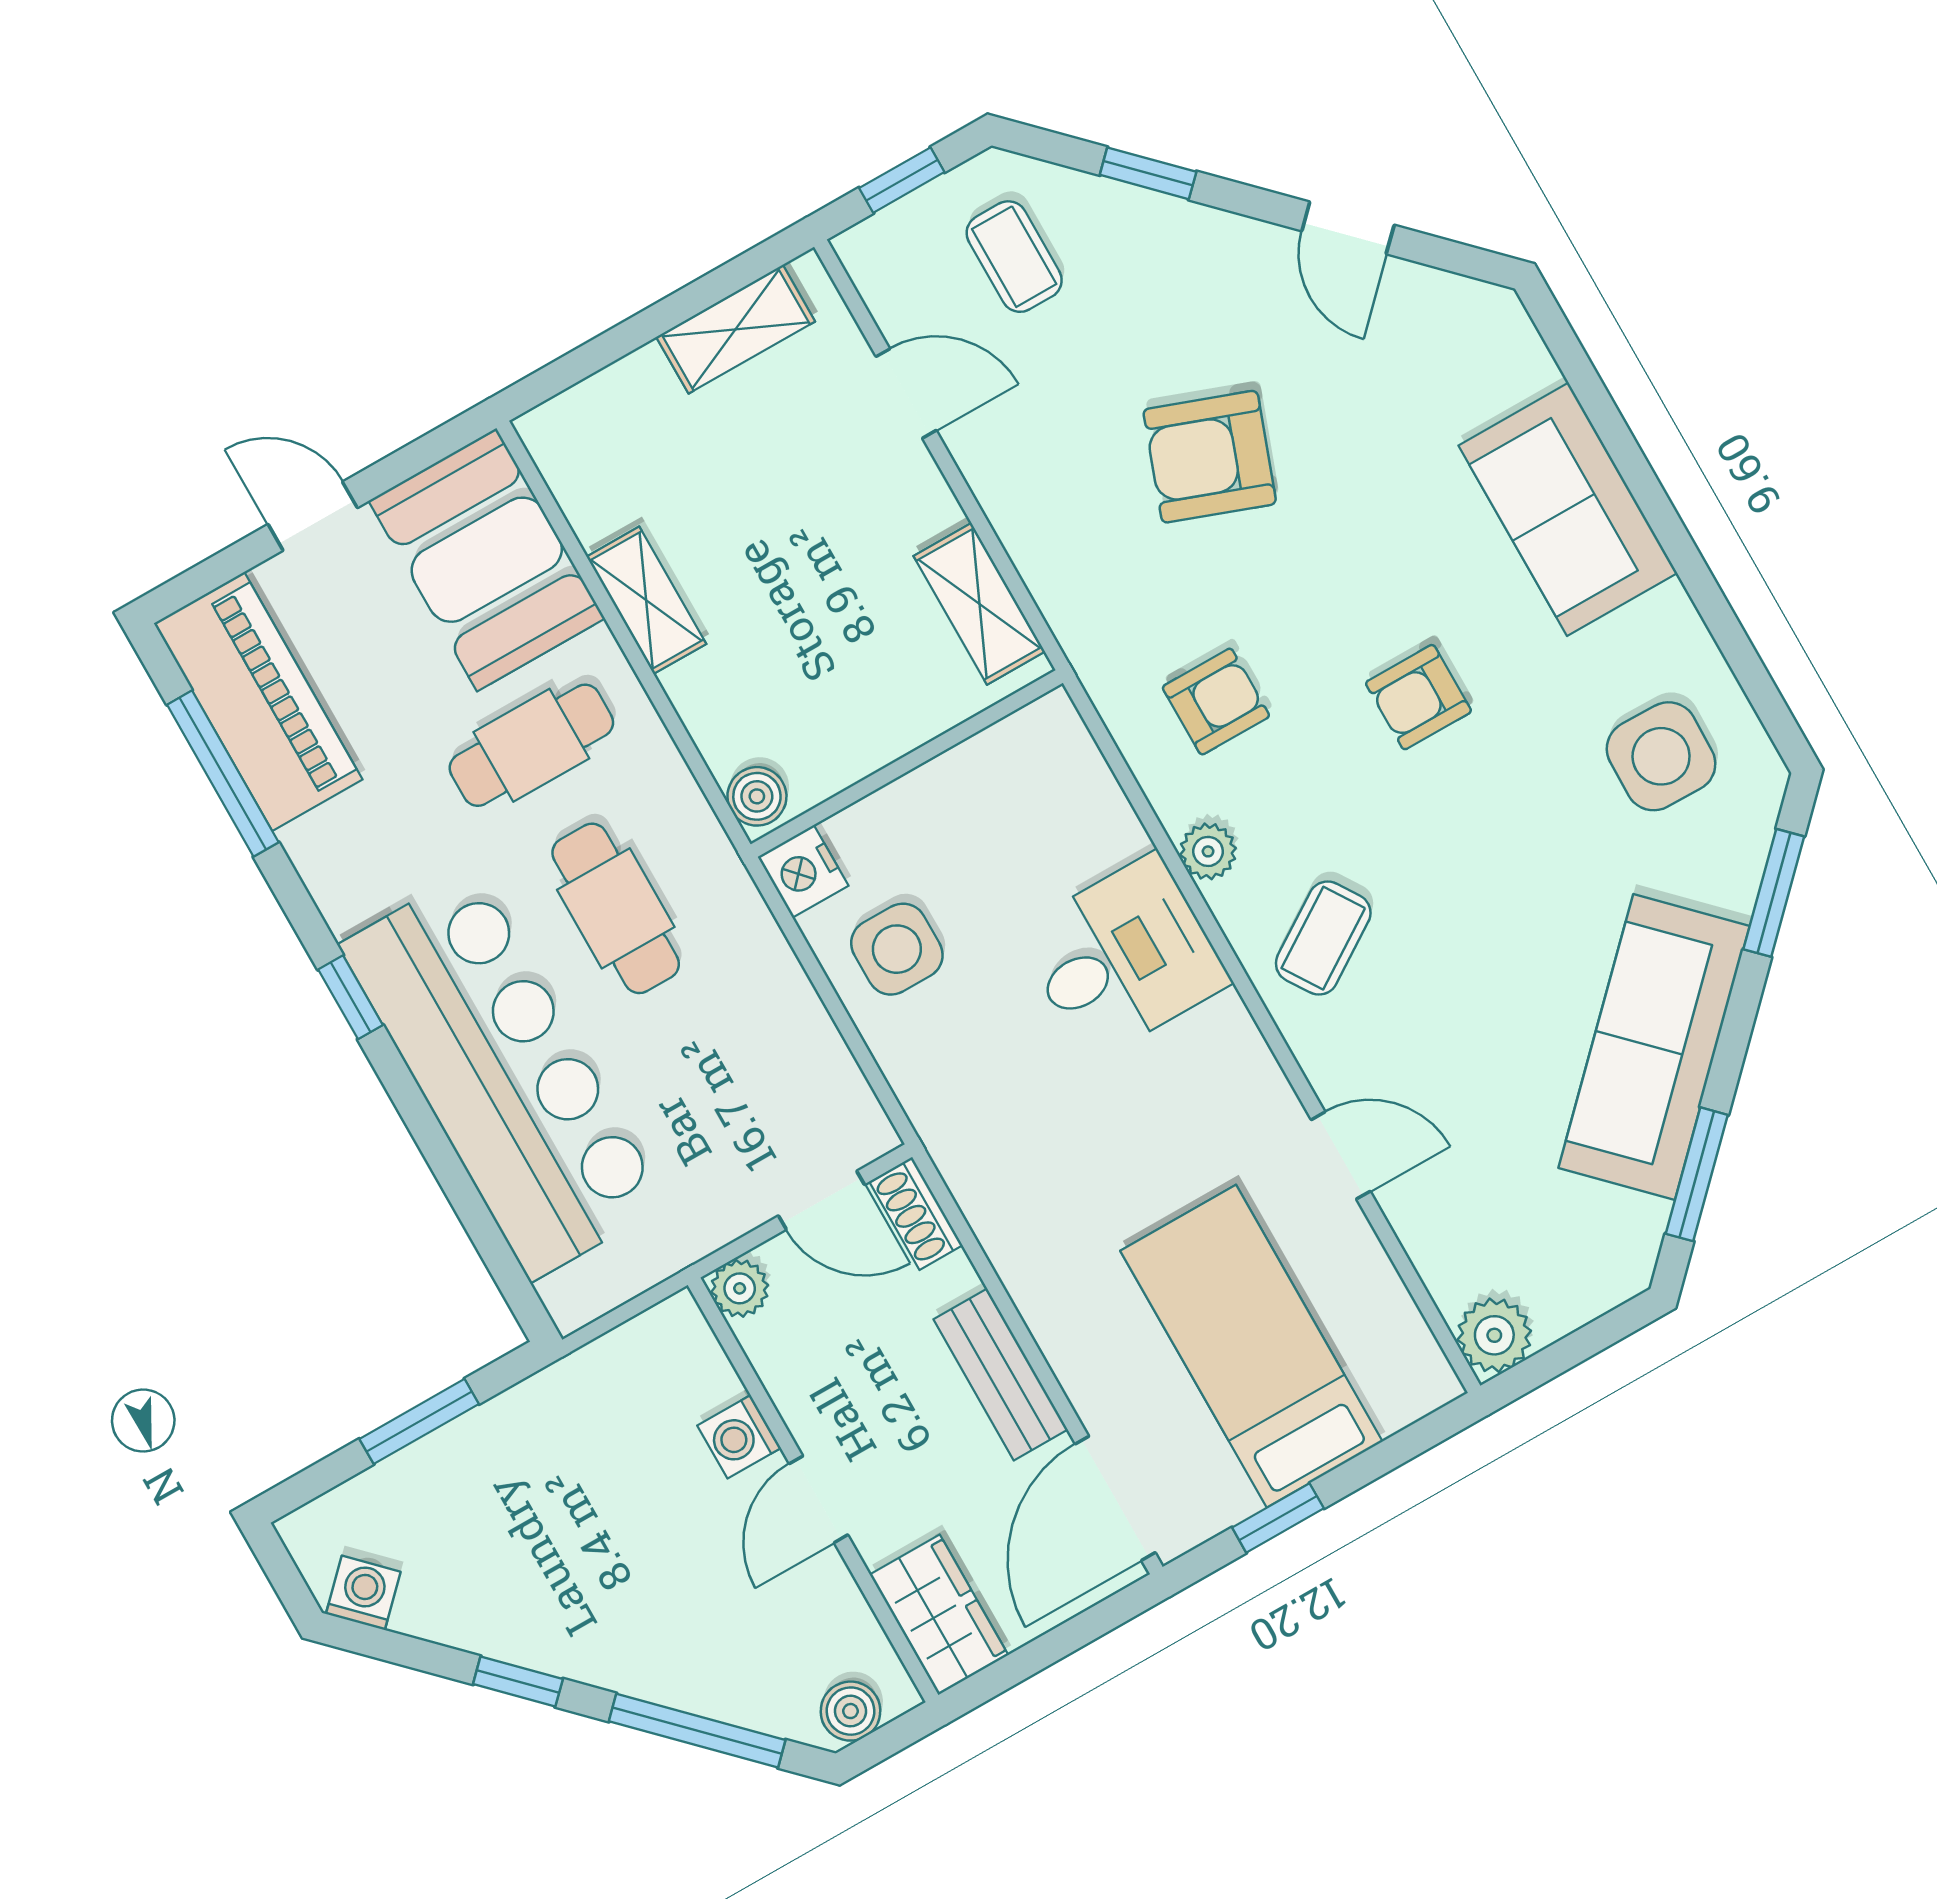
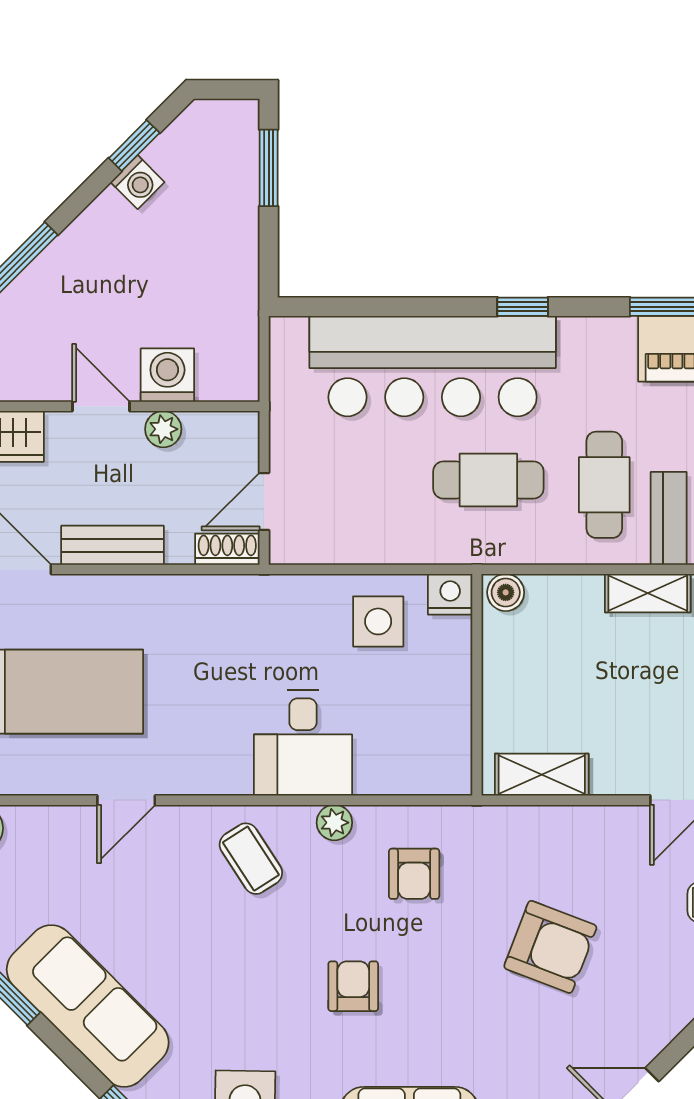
armchair: (1210, 457) -> (550, 947), turned 91
plant: (740, 1288) -> (163, 429), moved
window: (419, 1421) -> (269, 168), moved
washing machine: (739, 1437) -> (167, 375), width x1.38, depth x1.38
washing machine: (363, 1593) -> (138, 182), moved
window: (518, 1682) -> (134, 146), moved

